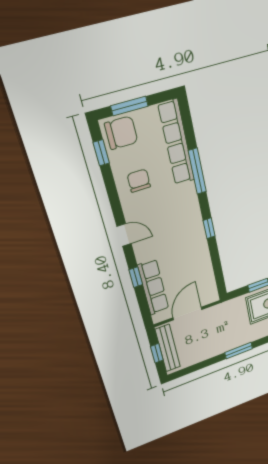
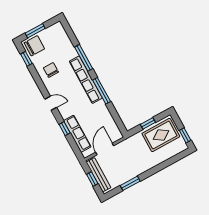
row of seats: (177, 143) -> (86, 80), moved
window: (209, 228) -> (102, 91), width x2.17
window: (239, 351) -> (130, 183), moved

